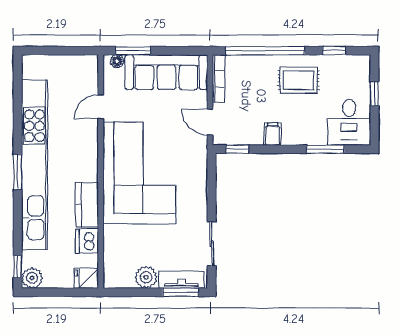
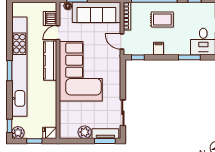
rug: (299, 80) -> (162, 20), moved
kitchen counter: (87, 205) -> (50, 61), moved, width x1.50
dishwasher: (87, 241) -> (50, 18), moved
window: (60, 292) -> (34, 141), added

